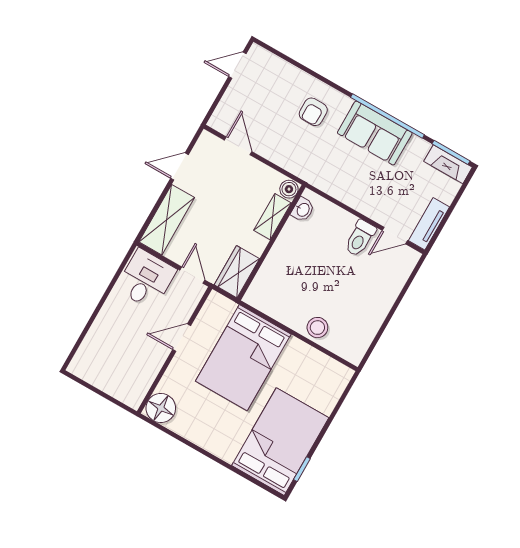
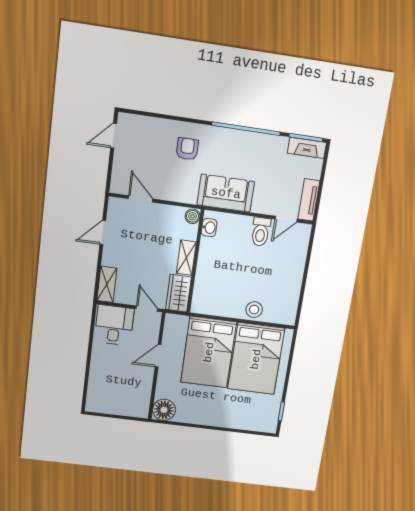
armchair: (313, 112) -> (187, 149), turned 180
sofa: (375, 133) -> (226, 193), moved, turned 180
shelving: (273, 217) -> (186, 258), moved
shelving: (167, 220) -> (107, 284), width x0.67, depth x0.75
bed: (280, 442) -> (256, 359), moved, turned 180

